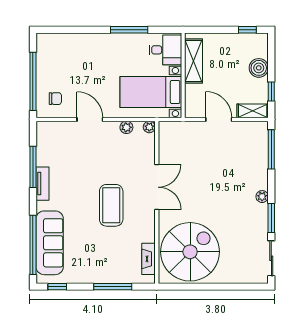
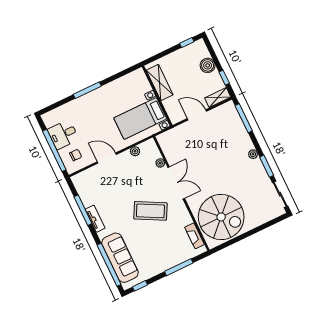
window: (129, 30) -> (87, 90), moved
desk: (165, 50) -> (63, 134), moved, turned 180
plant: (149, 127) -> (160, 163), moved
coffee table: (111, 205) -> (150, 211), turned -62
spiral stairs: (190, 252) -> (221, 217), turned 90

